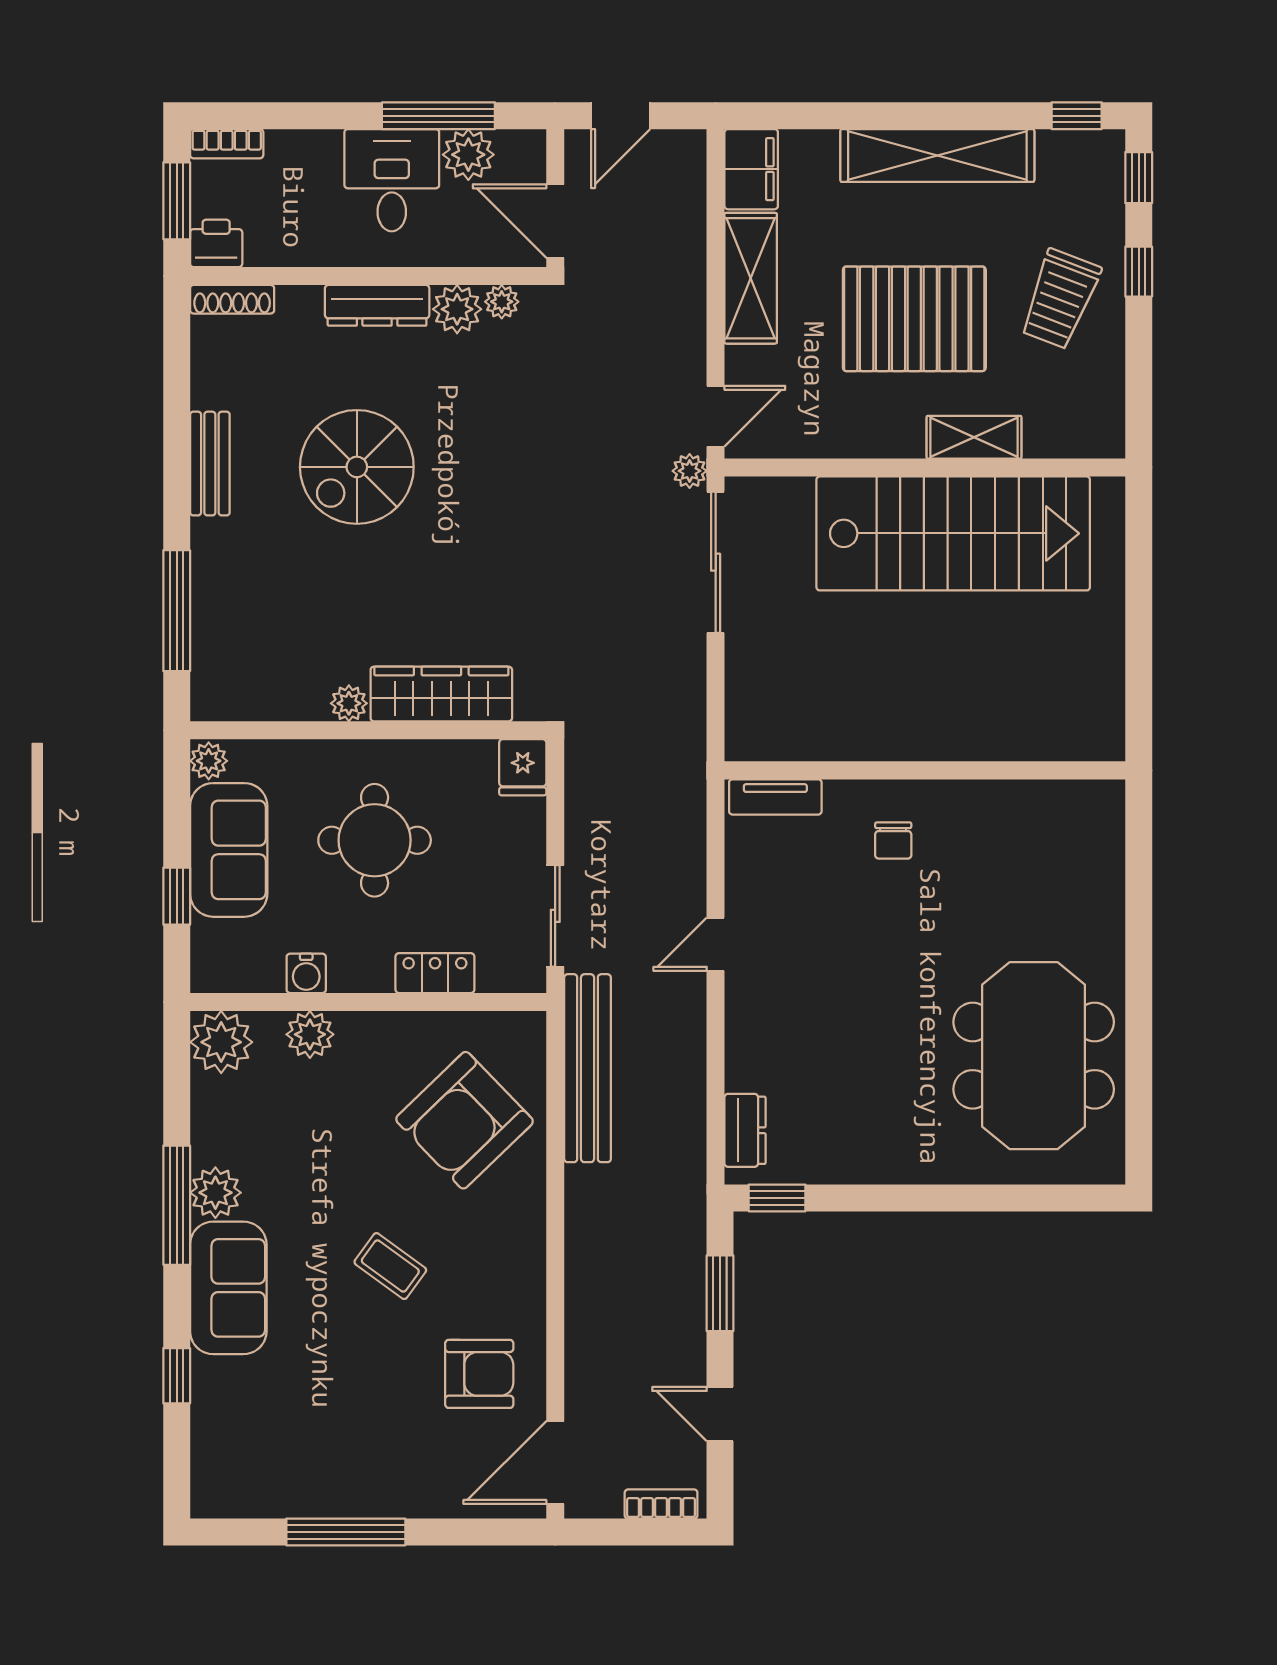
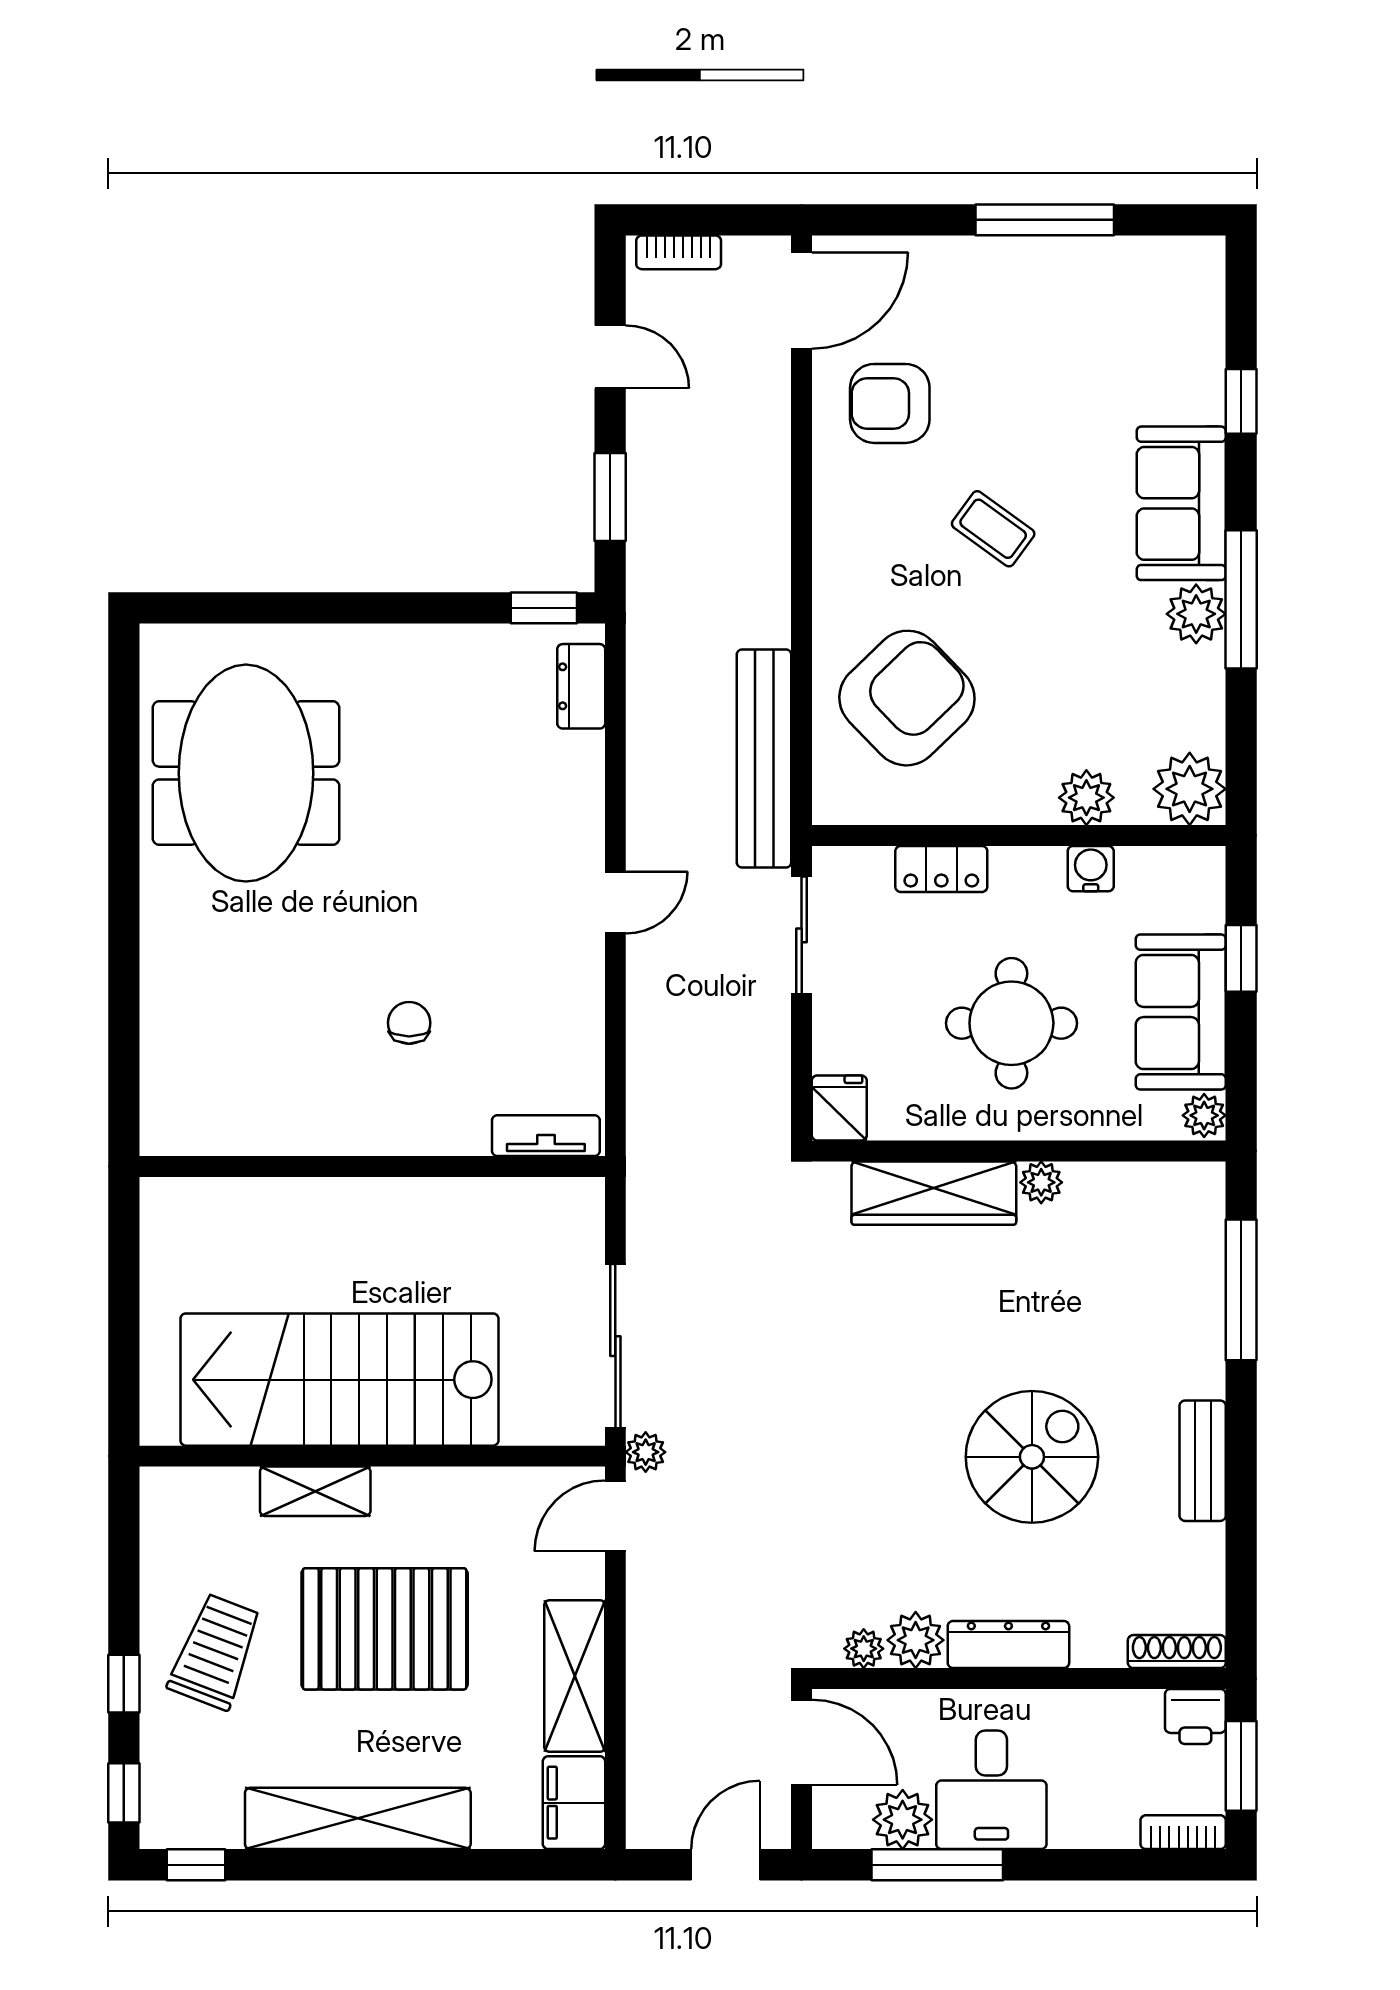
wall: (925, 770) -> (372, 1166), moved
tv unit: (775, 797) -> (546, 1136), moved

